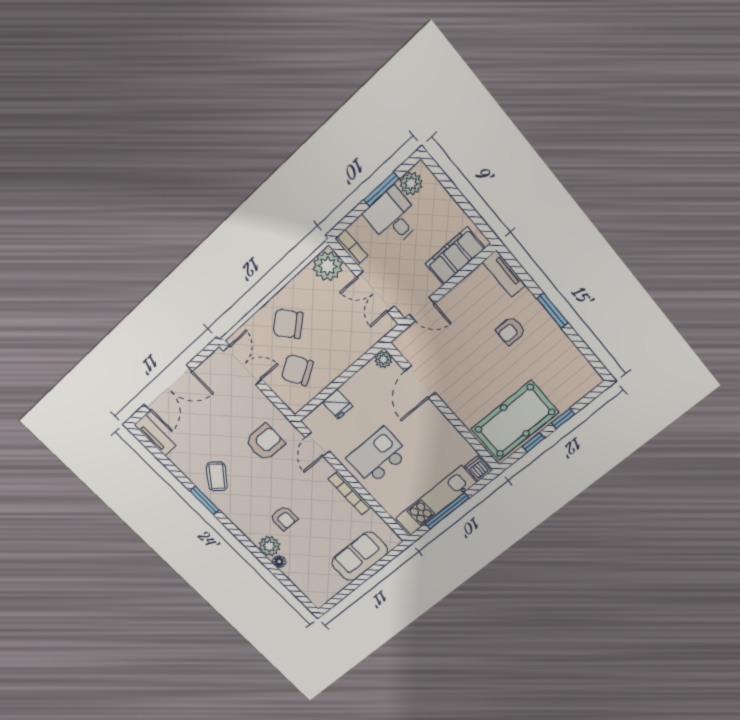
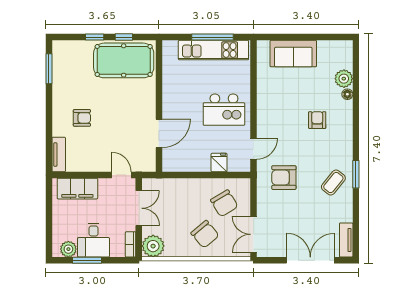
window: (552, 311) -> (49, 69), moved
plant: (383, 360) -> (169, 165), removed
dishwasher: (478, 468) -> (171, 49), removed
bookcase: (350, 493) -> (262, 101), removed
plant: (269, 546) -> (344, 79), moved

